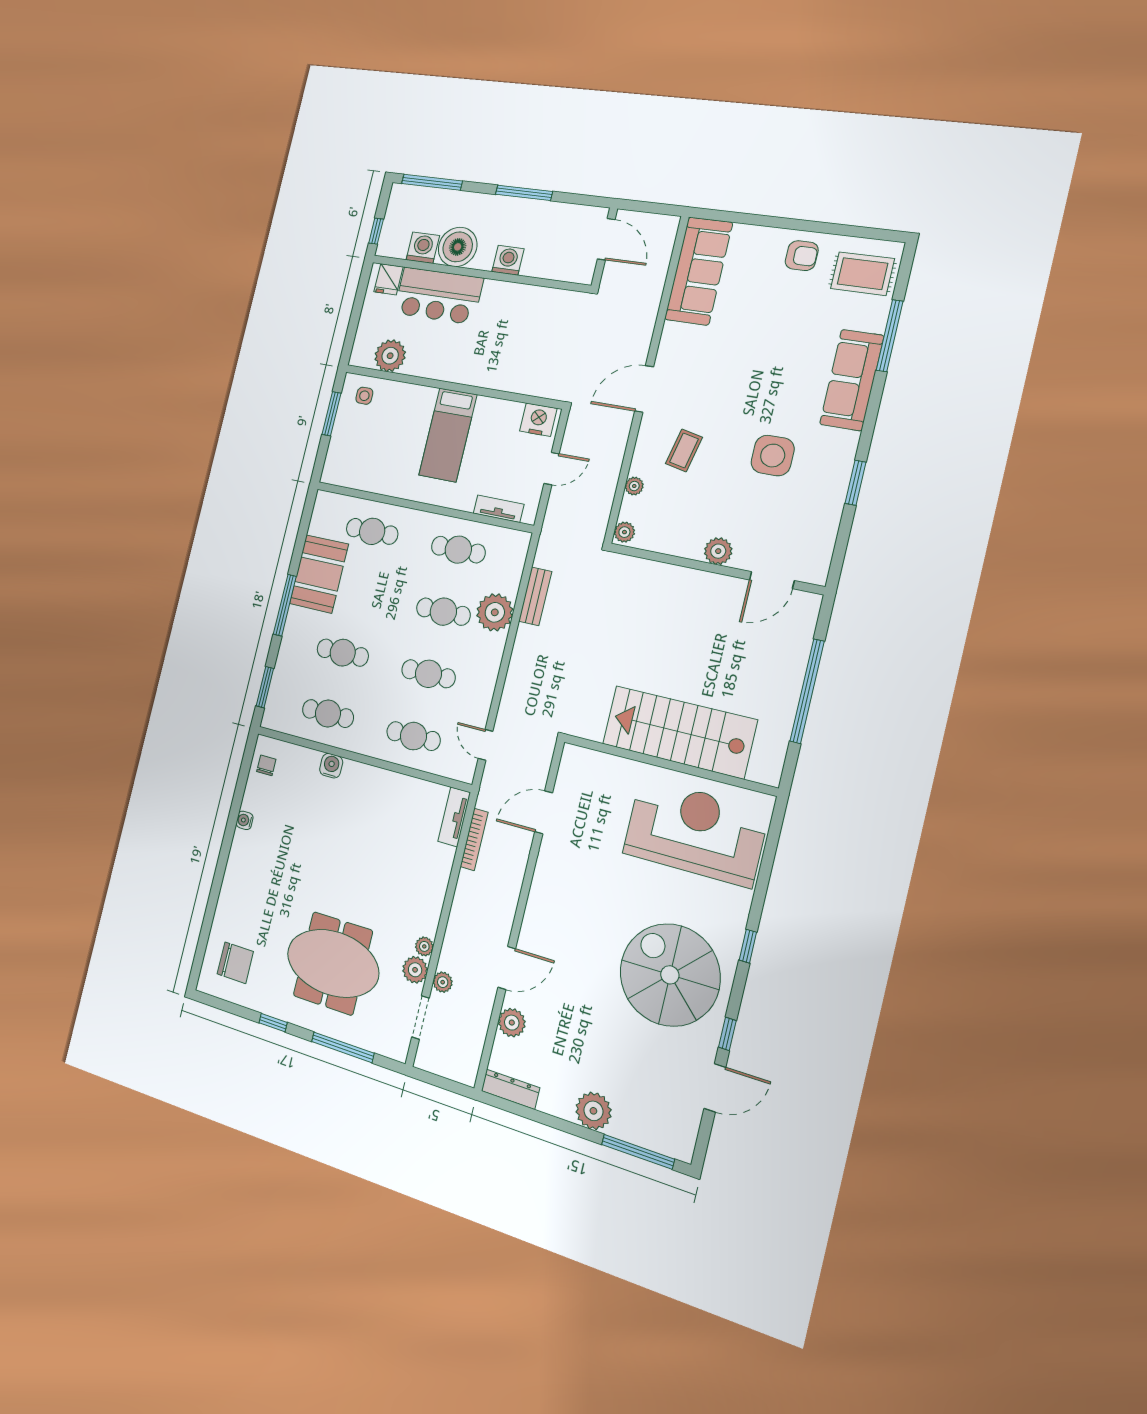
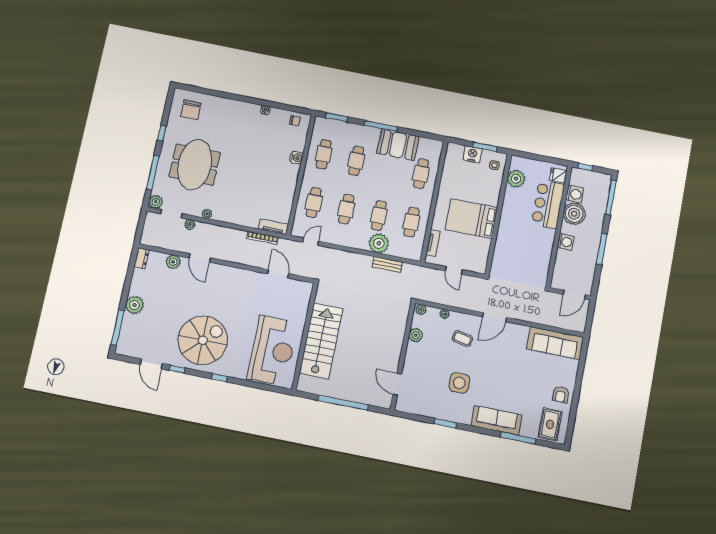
door: (644, 389) -> (495, 317), swing flipped
nightstand: (538, 420) -> (472, 154), moved, turned -90
bed: (448, 435) -> (471, 218), width x1.50
plant: (718, 551) -> (416, 335), moved
plant: (415, 970) -> (156, 202), moved
dresser: (510, 1089) -> (142, 258), width x0.70

